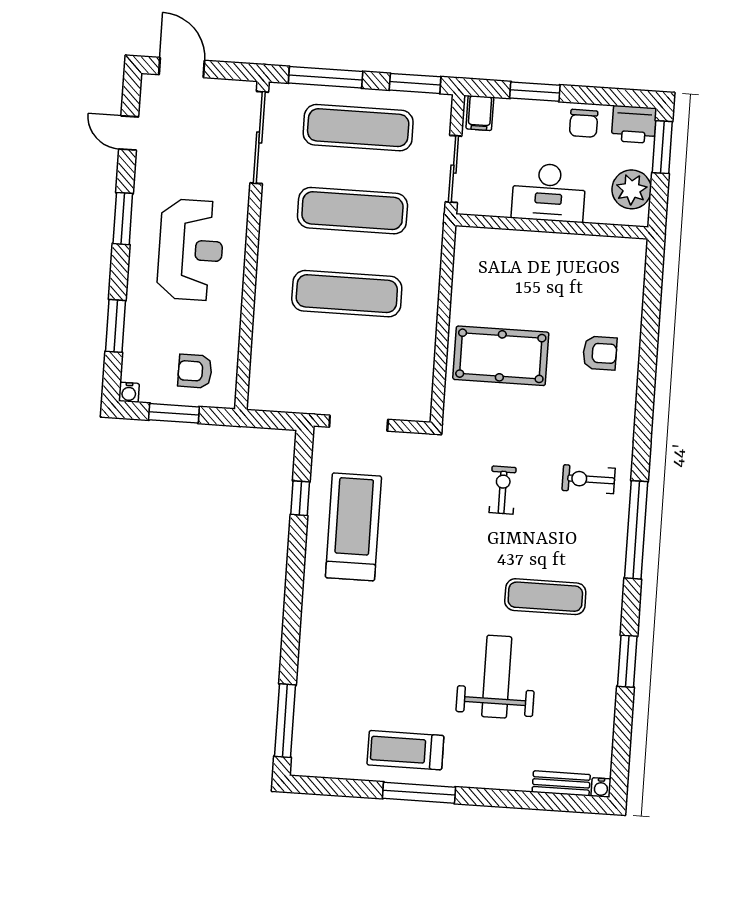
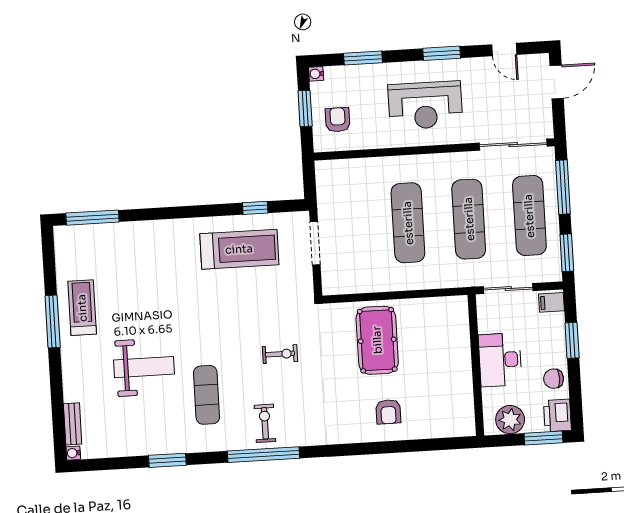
door: (129, 133) -> (504, 50), swing flipped
exercise bike: (589, 479) -> (265, 423), moved

